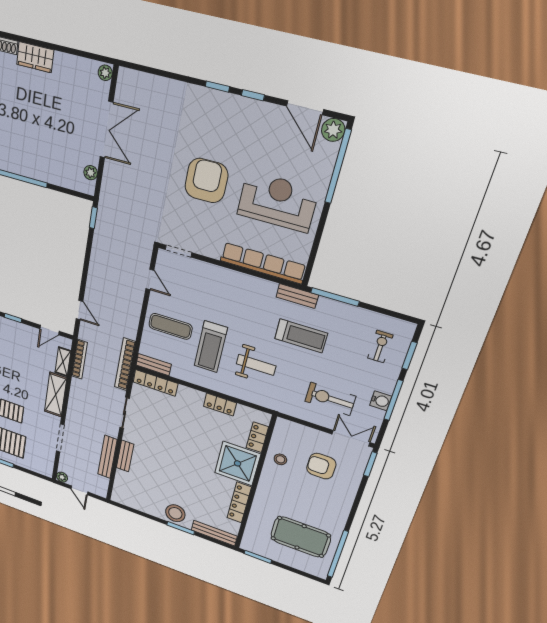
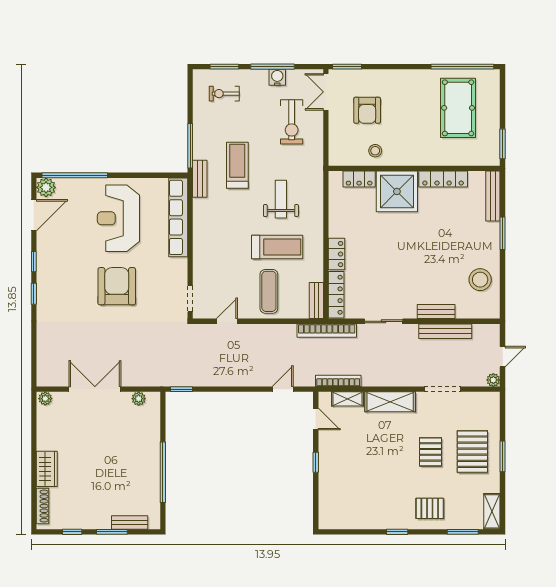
armchair: (206, 181) -> (117, 286), turned 90
locker: (220, 405) -> (337, 254), moved
stool: (175, 513) -> (480, 280), moved

